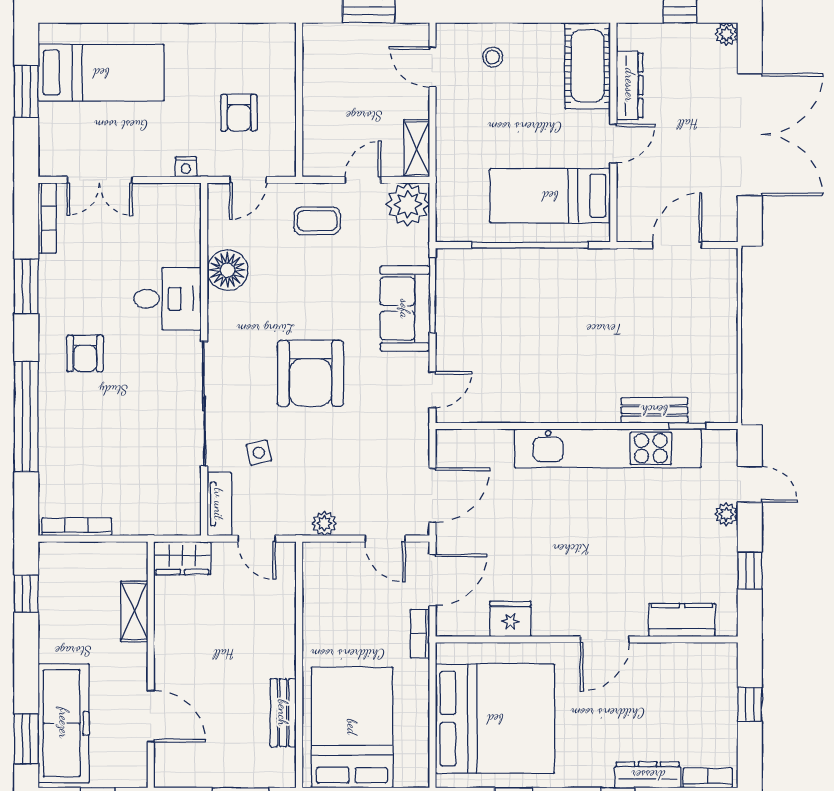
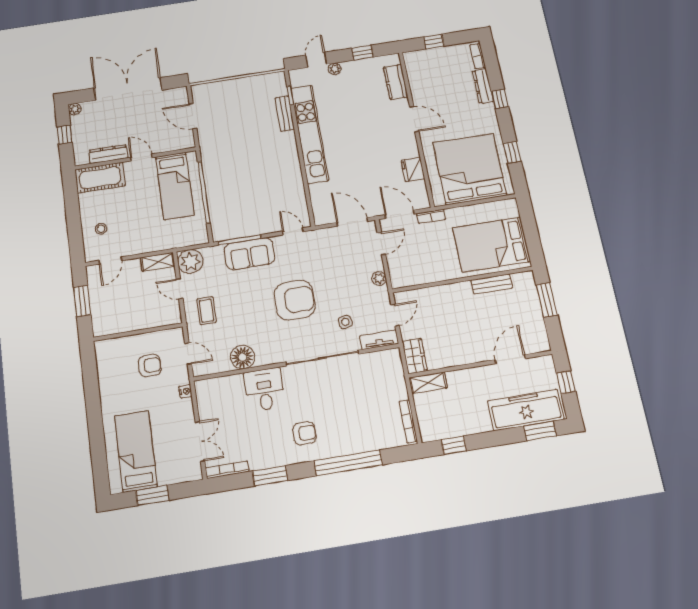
shelving: (134, 611) -> (428, 383), moved

